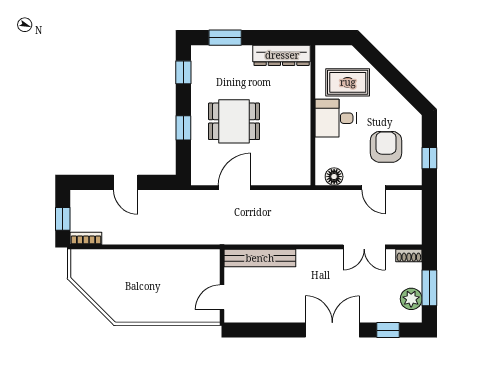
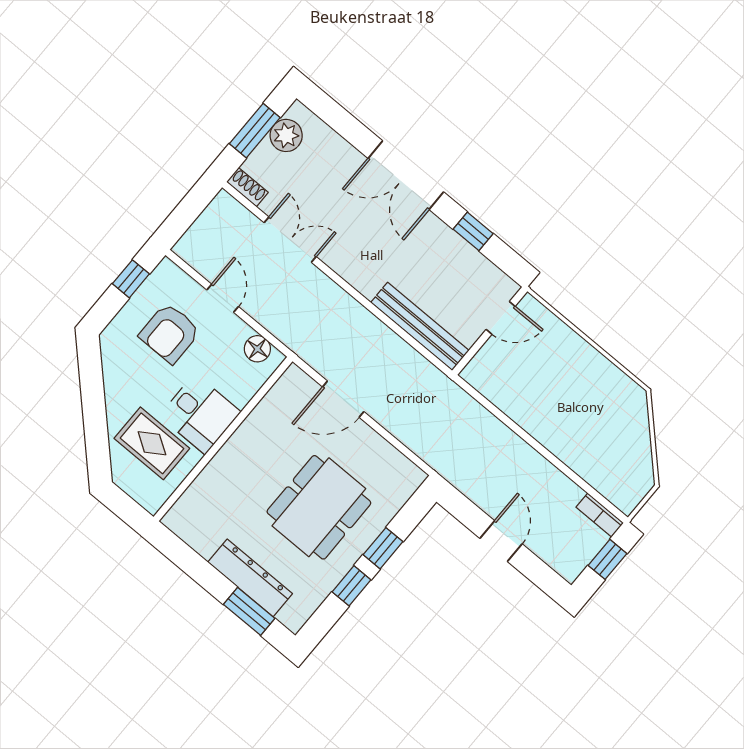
dresser: (282, 55) -> (250, 578), moved
window: (183, 72) -> (351, 586), moved
dining table: (234, 121) -> (319, 507), width x1.38
door: (235, 188) -> (343, 399), moved
window: (388, 330) -> (473, 231), moved

